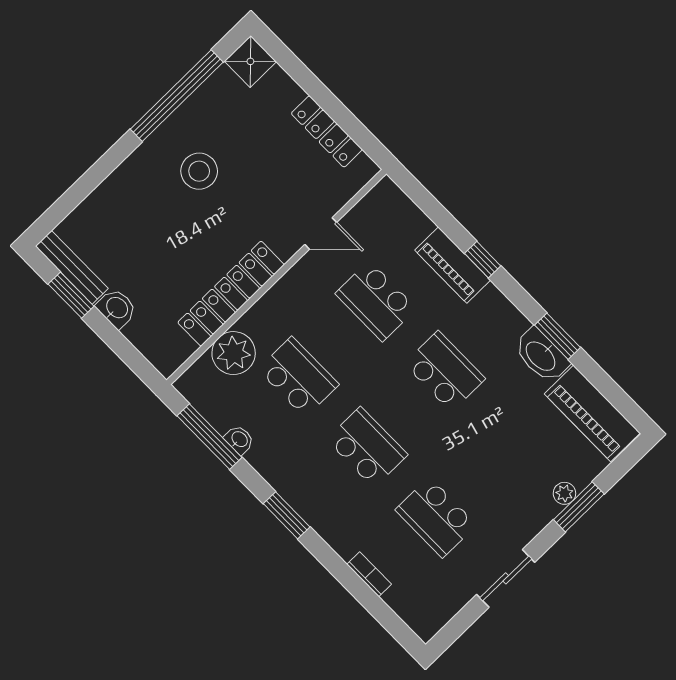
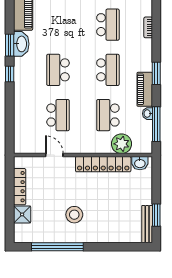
shower: (250, 61) -> (22, 214), moved
window: (483, 260) -> (10, 74), moved
piano: (453, 265) -> (145, 89), moved, turned 180
washbasin: (117, 308) -> (140, 163), moved, turned -90
school desk: (367, 447) -> (108, 70), turned 180

